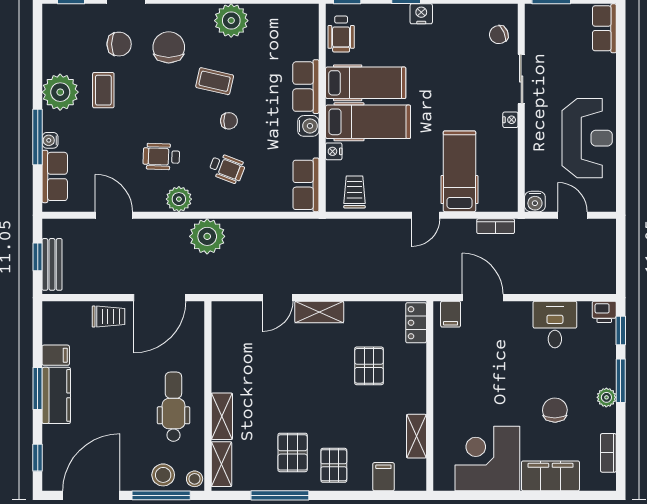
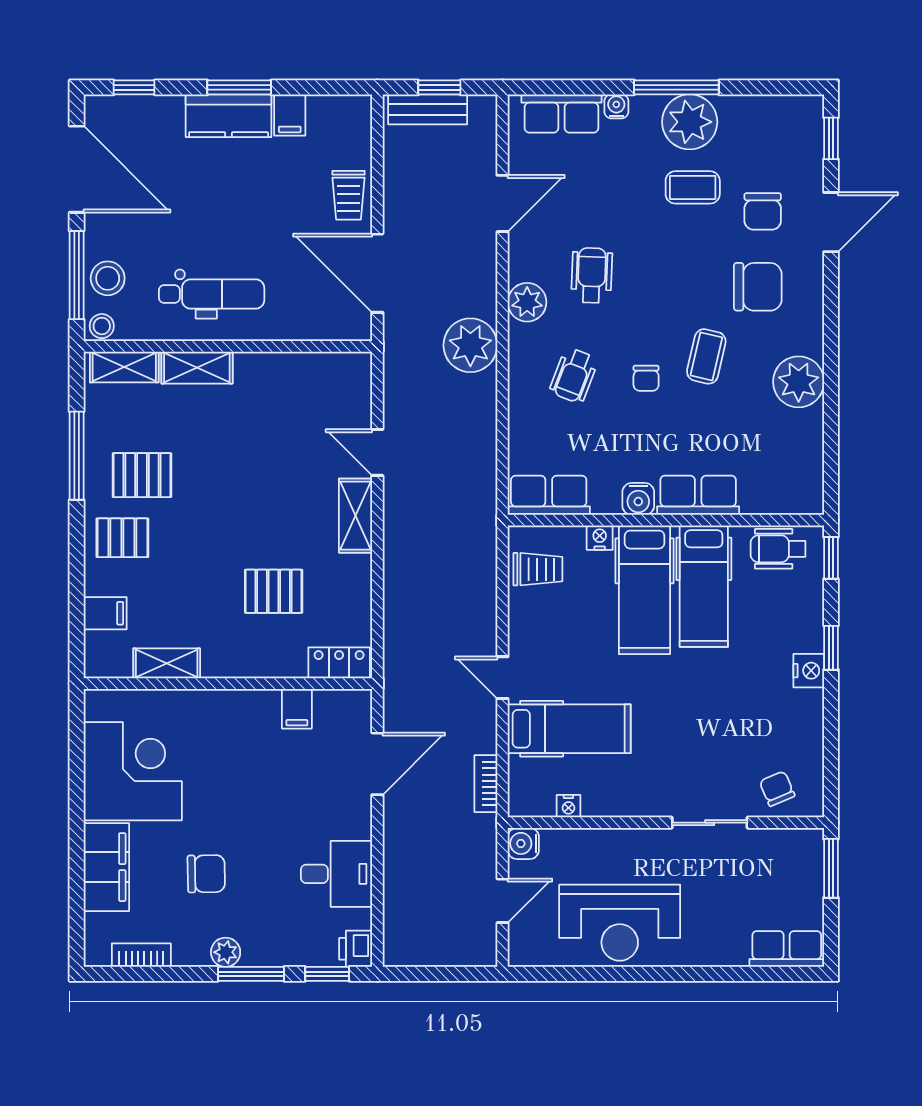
nightstand: (510, 120) -> (568, 806), moved
window: (38, 137) -> (676, 87), moved
filing cabinet: (451, 314) -> (297, 709), moved, turned -90

